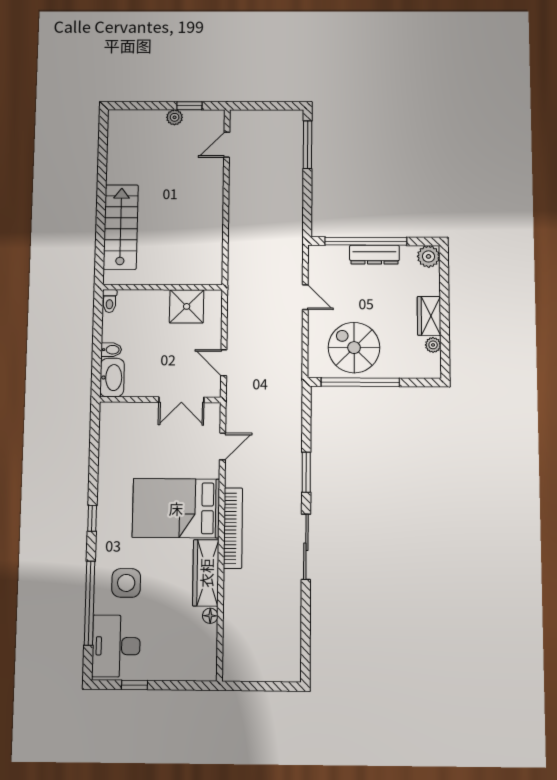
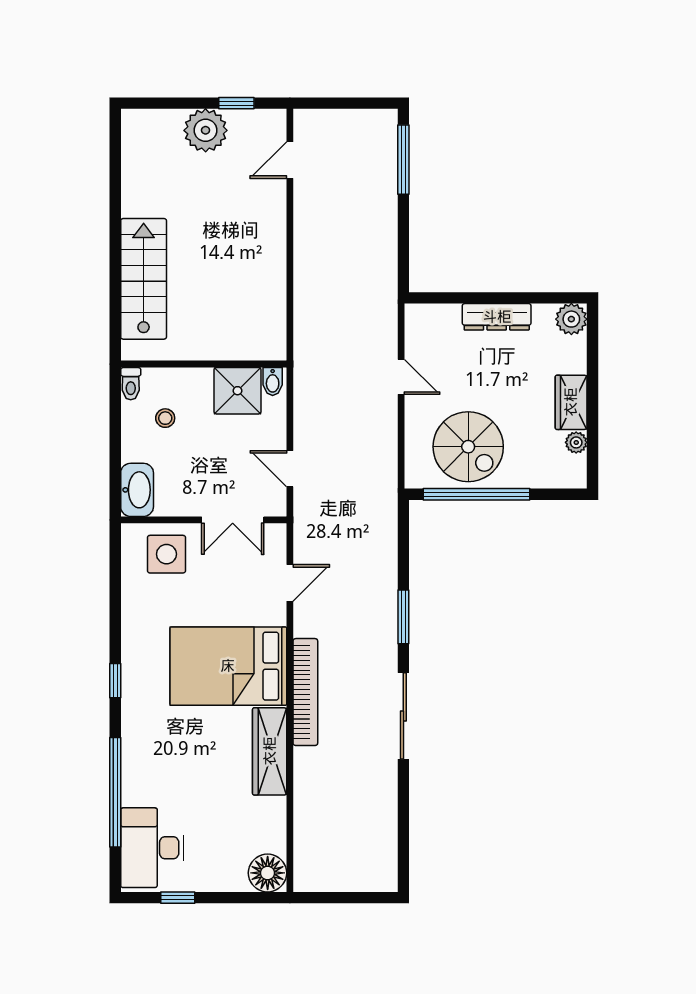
plant: (175, 117) -> (206, 130), width x1.87, depth x1.87
window: (366, 241) -> (485, 298), removed
stool: (134, 326) -> (165, 418), added
spiral stairs: (354, 348) -> (468, 447), turned 180
bidet: (111, 350) -> (273, 381), moved, turned 90
side table: (126, 583) -> (166, 554), moved
floor lamp: (210, 616) -> (268, 873), moved, width x1.89, depth x1.89

